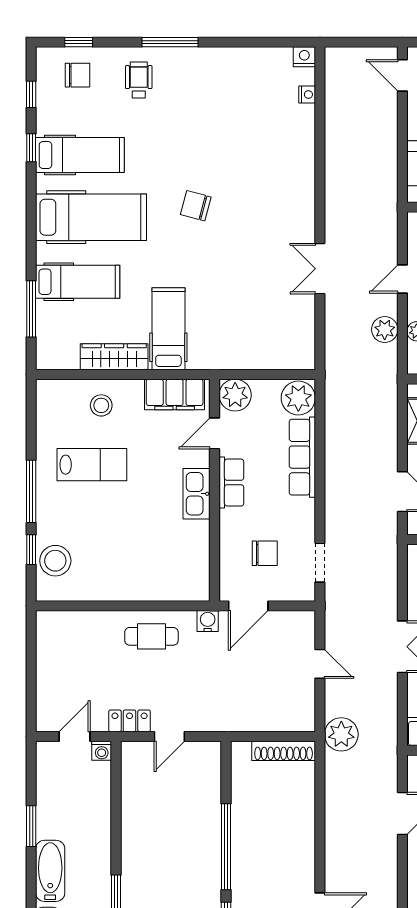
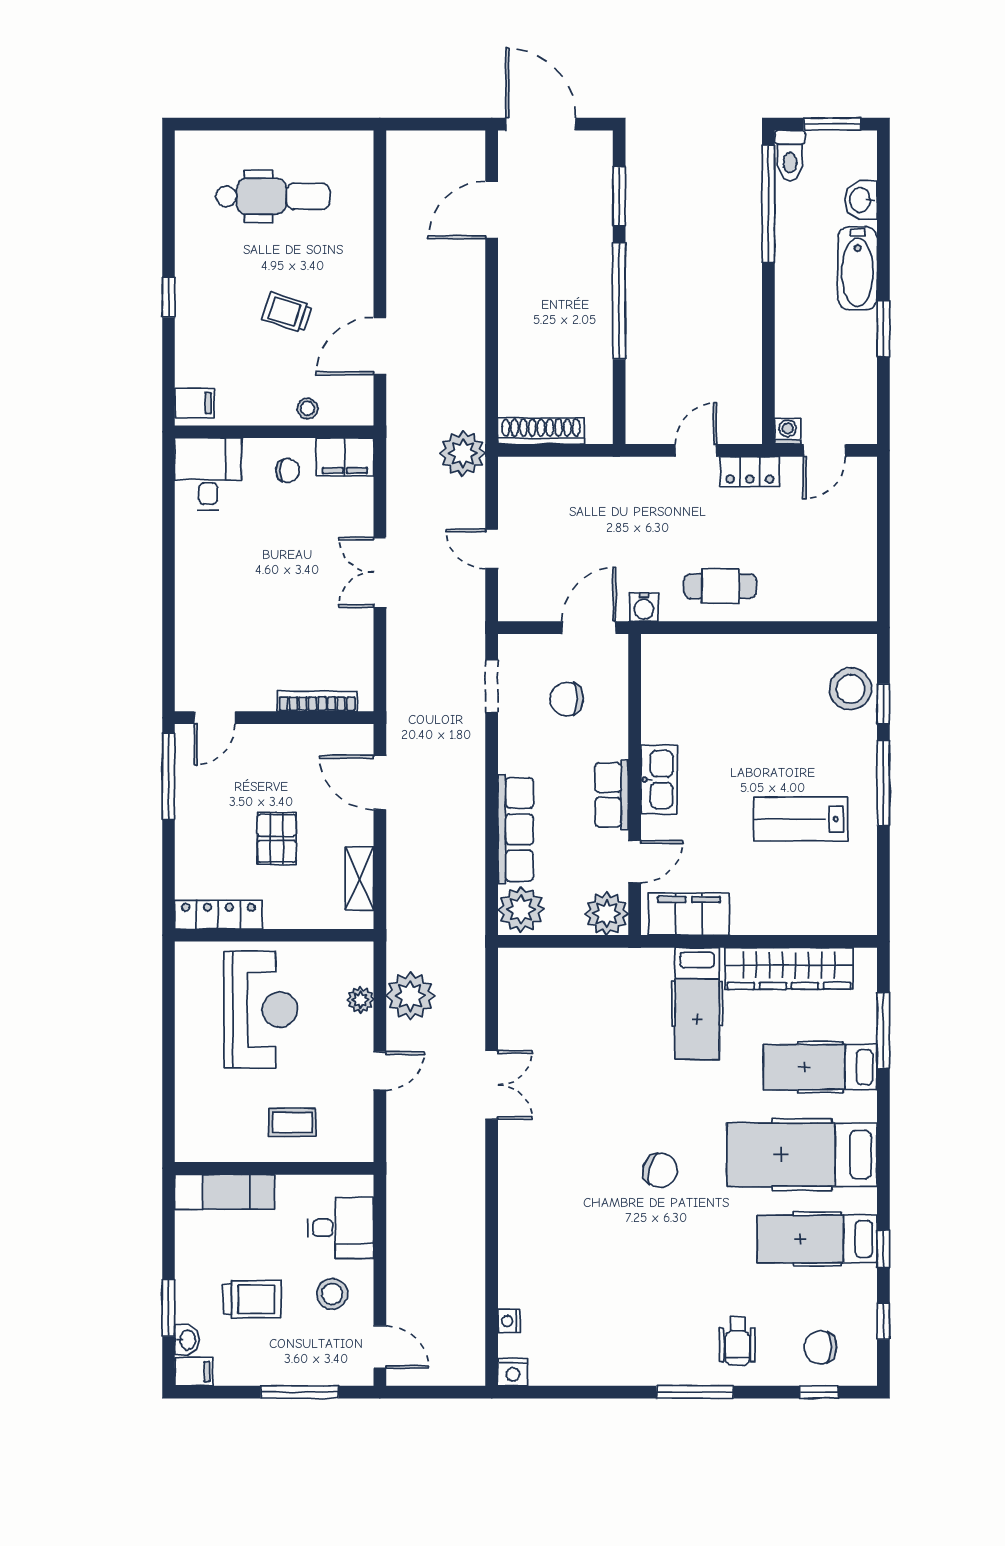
plant: (385, 330) -> (410, 996), width x1.36, depth x1.36
wardrobe: (114, 357) -> (789, 968), width x1.40, depth x1.17
stool: (101, 405) -> (788, 899), removed

